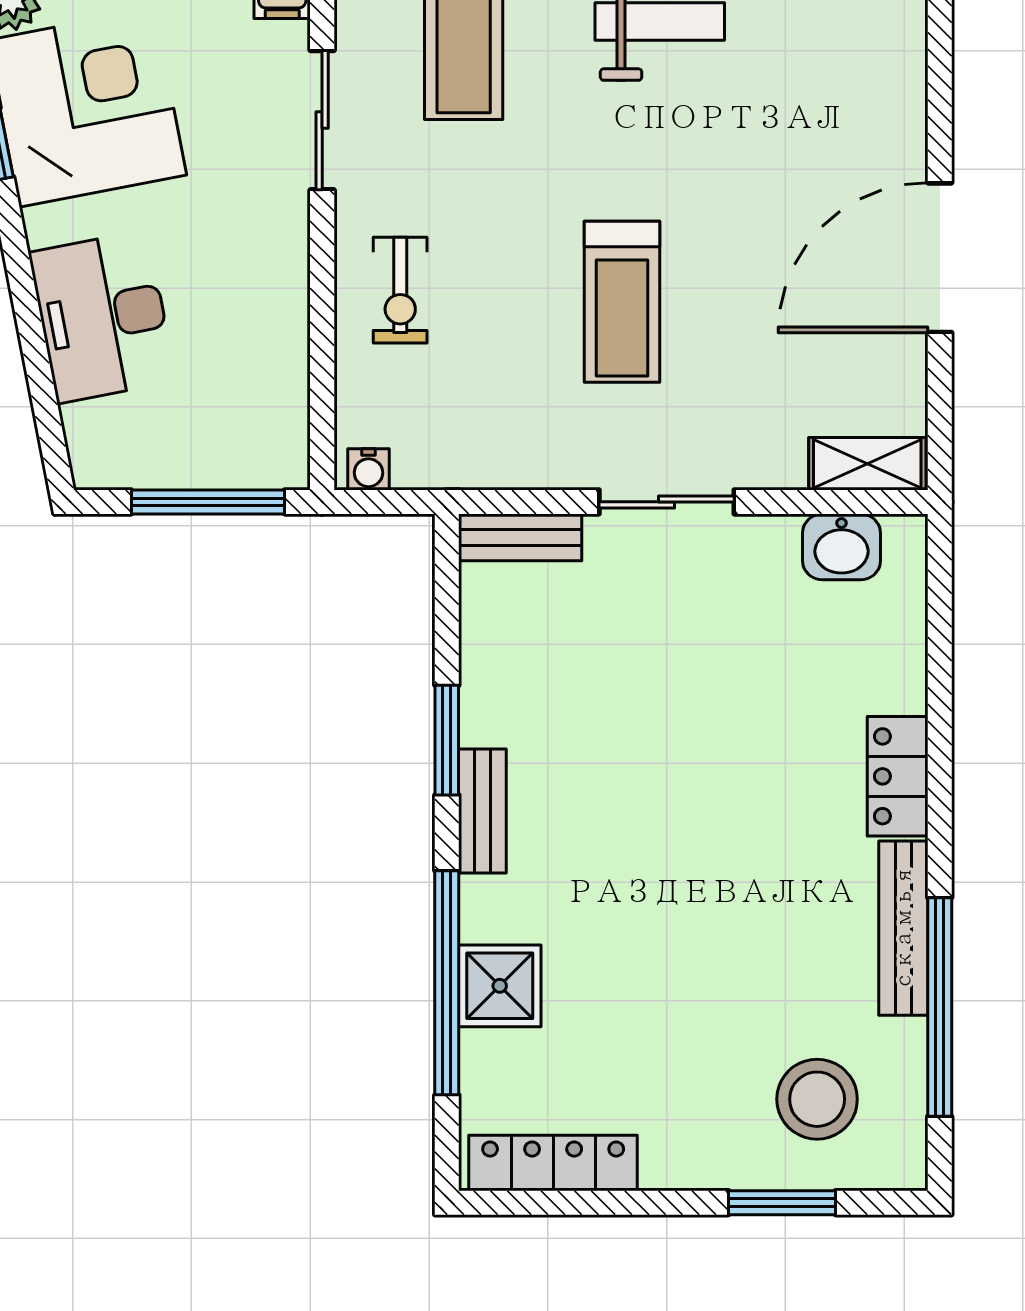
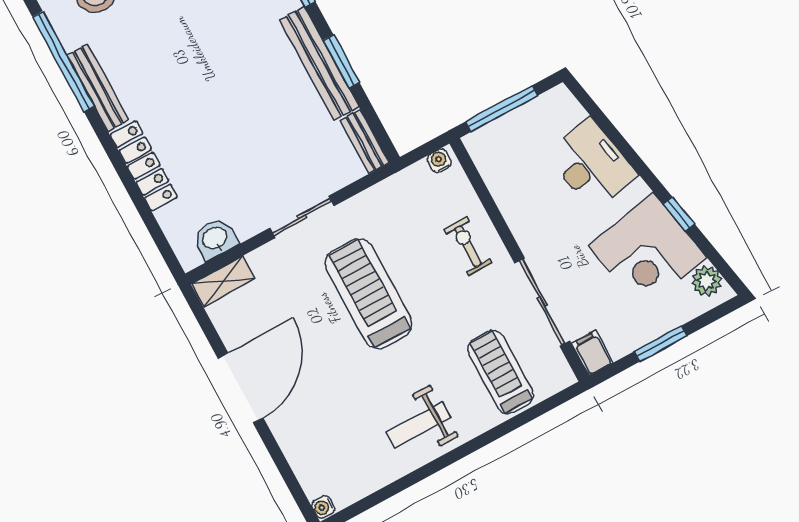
sliding door: (322, 120) -> (542, 302), width x1.37
treadmill: (622, 302) -> (369, 294), width x1.37, depth x1.38
bench: (520, 537) -> (365, 141), moved, turned 90
locker: (898, 776) -> (144, 166), width x1.53
bench: (482, 811) -> (319, 63), width x1.86, depth x1.21

